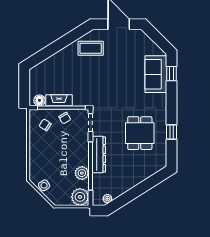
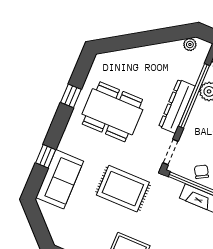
window: (171, 74) -> (46, 156), moved
rug: (112, 85) -> (123, 189), added
dining table: (140, 133) -> (112, 112), width x1.38

